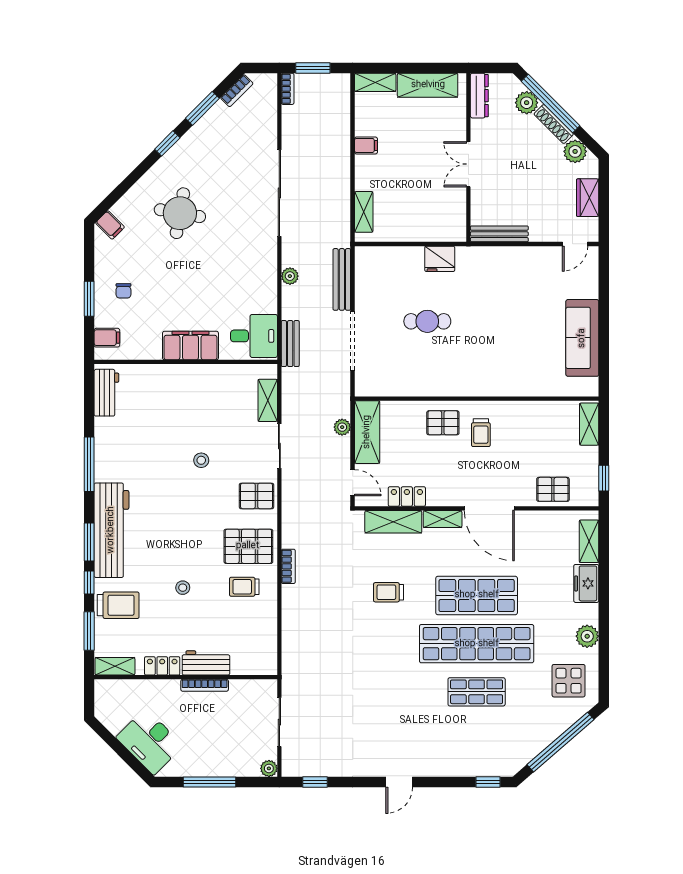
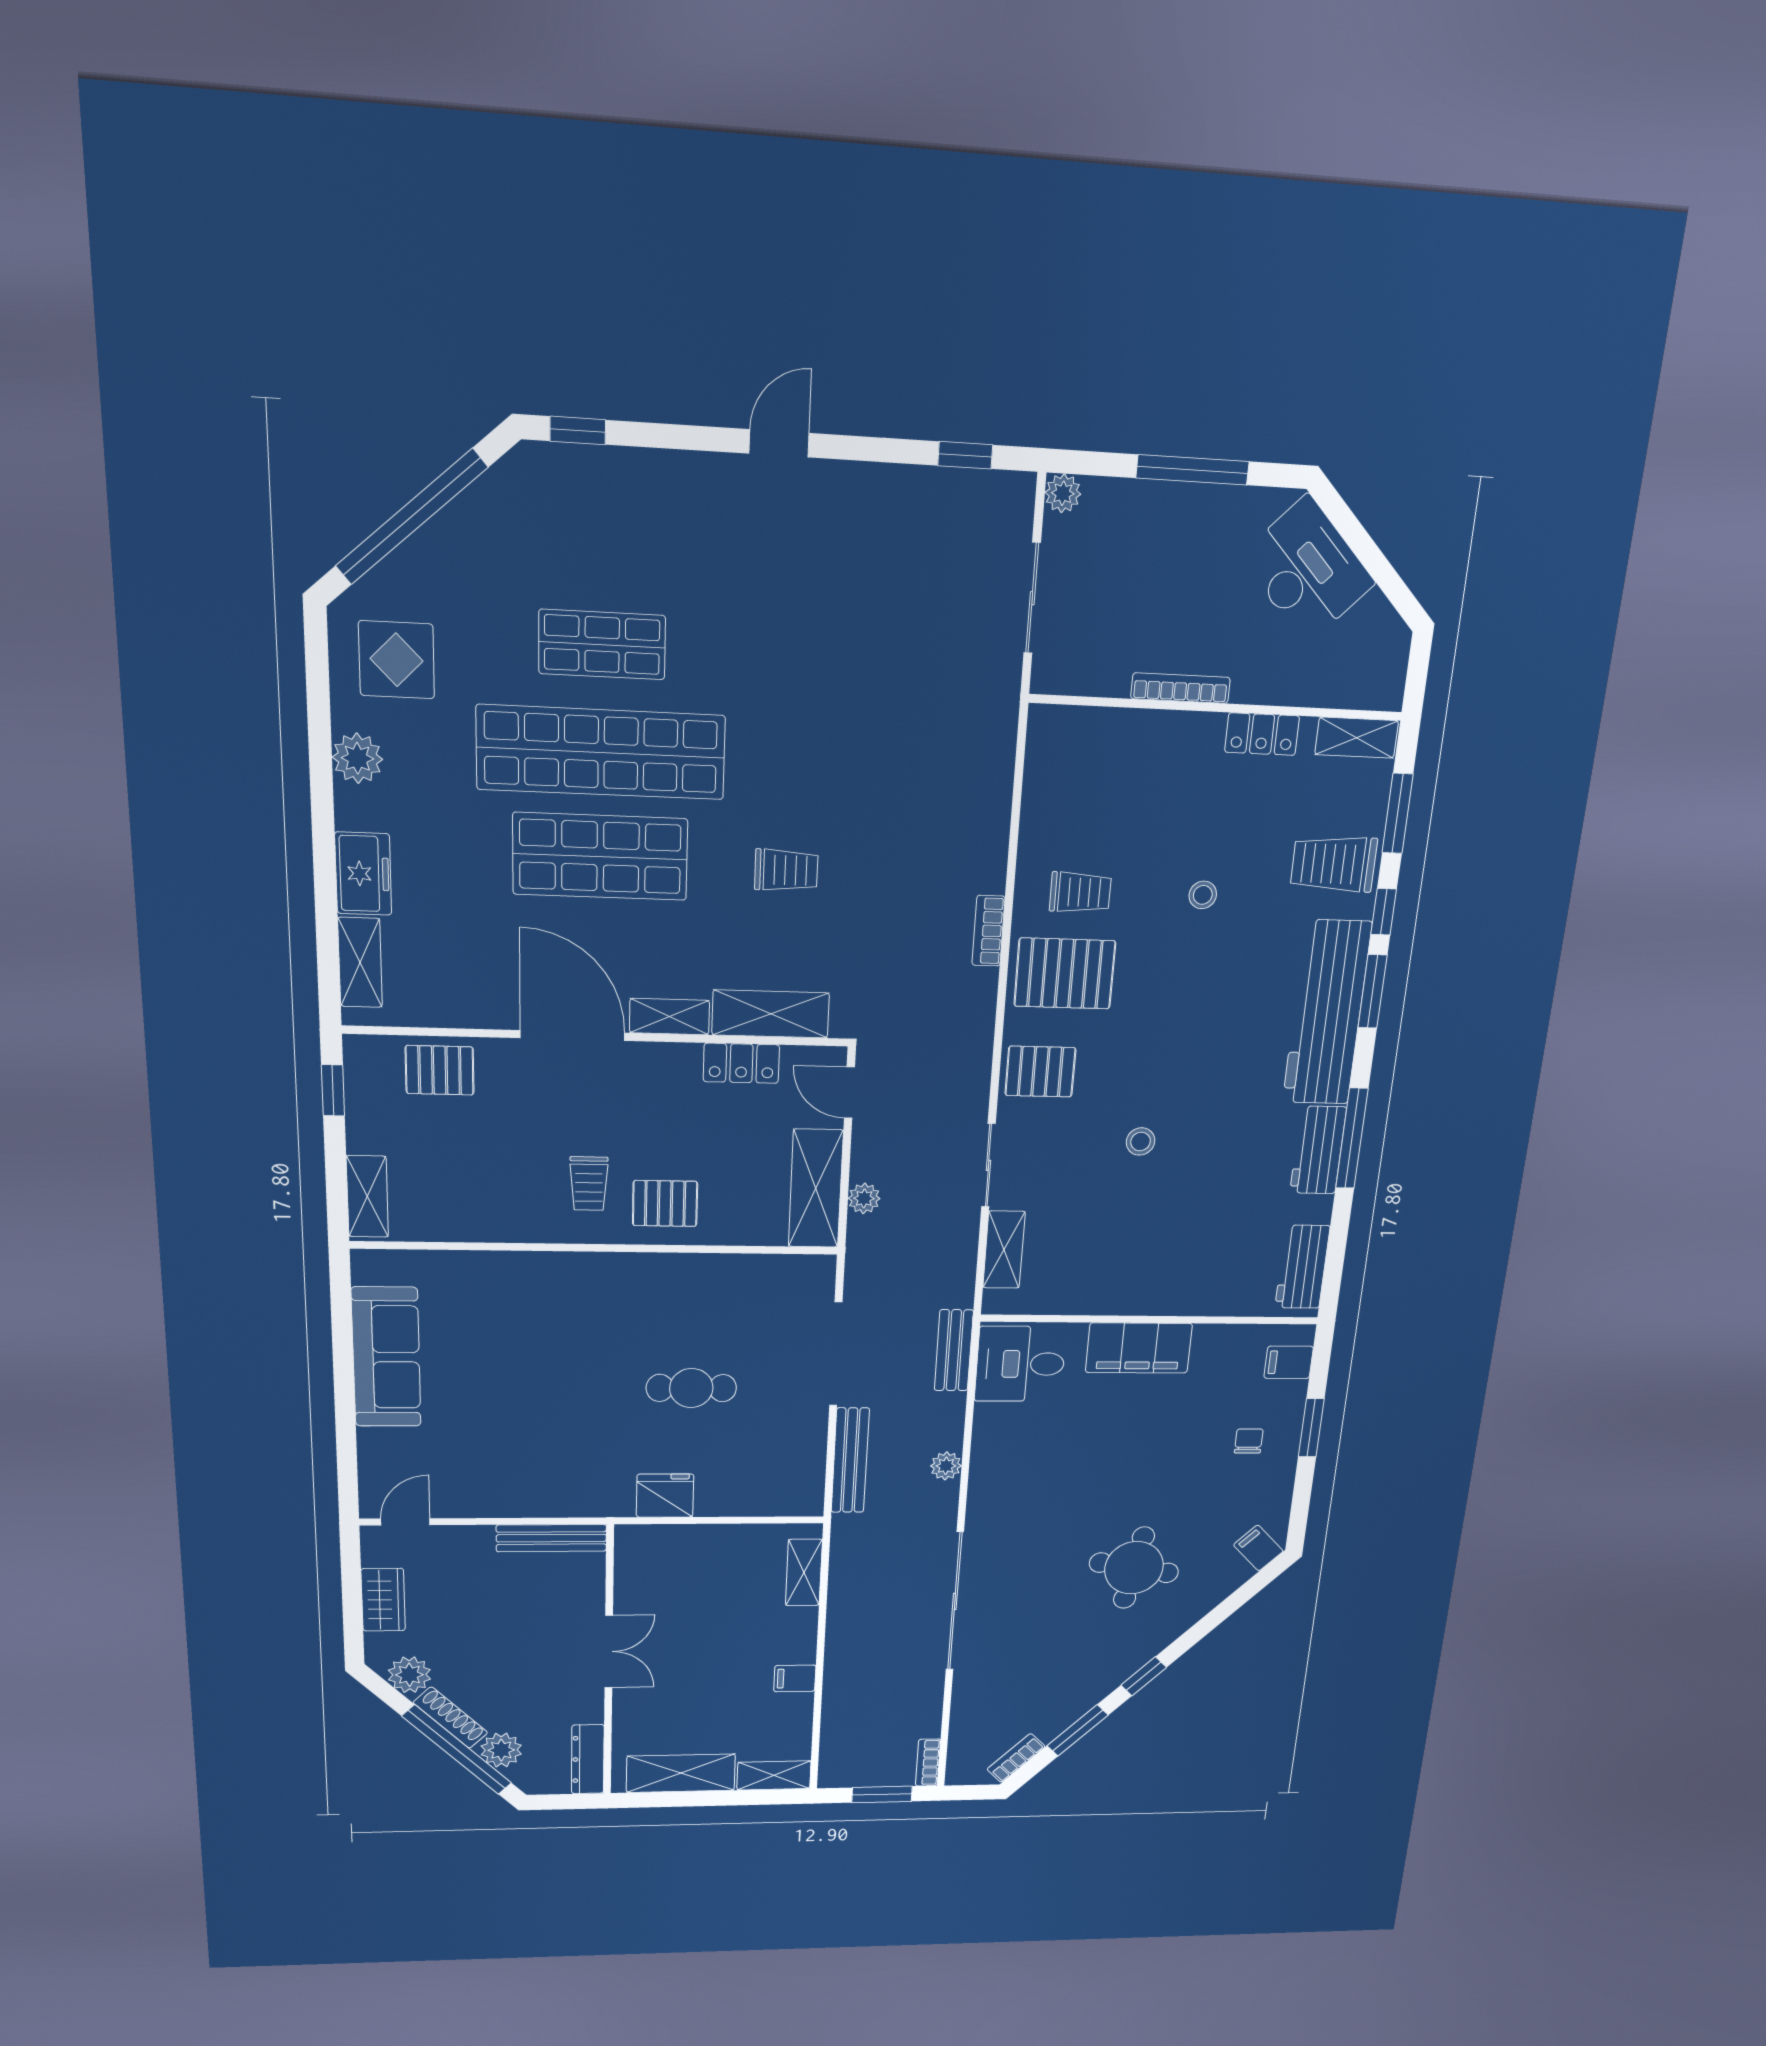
trolley: (481, 433) -> (589, 1184), turned 180
workbench: (206, 663) -> (1318, 1150), moved, turned 90

